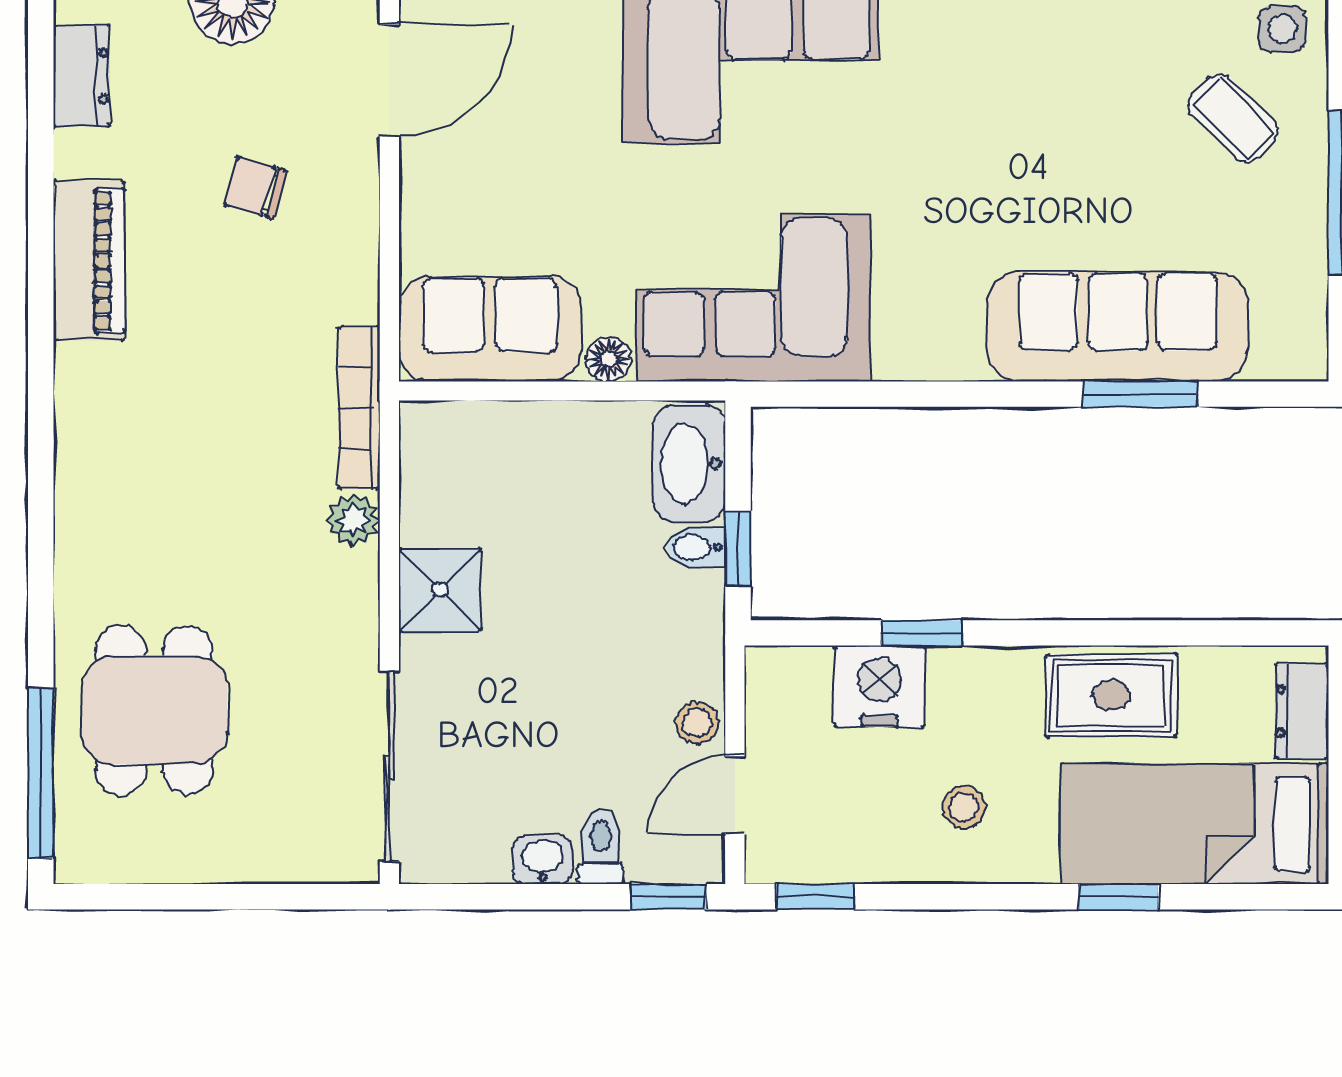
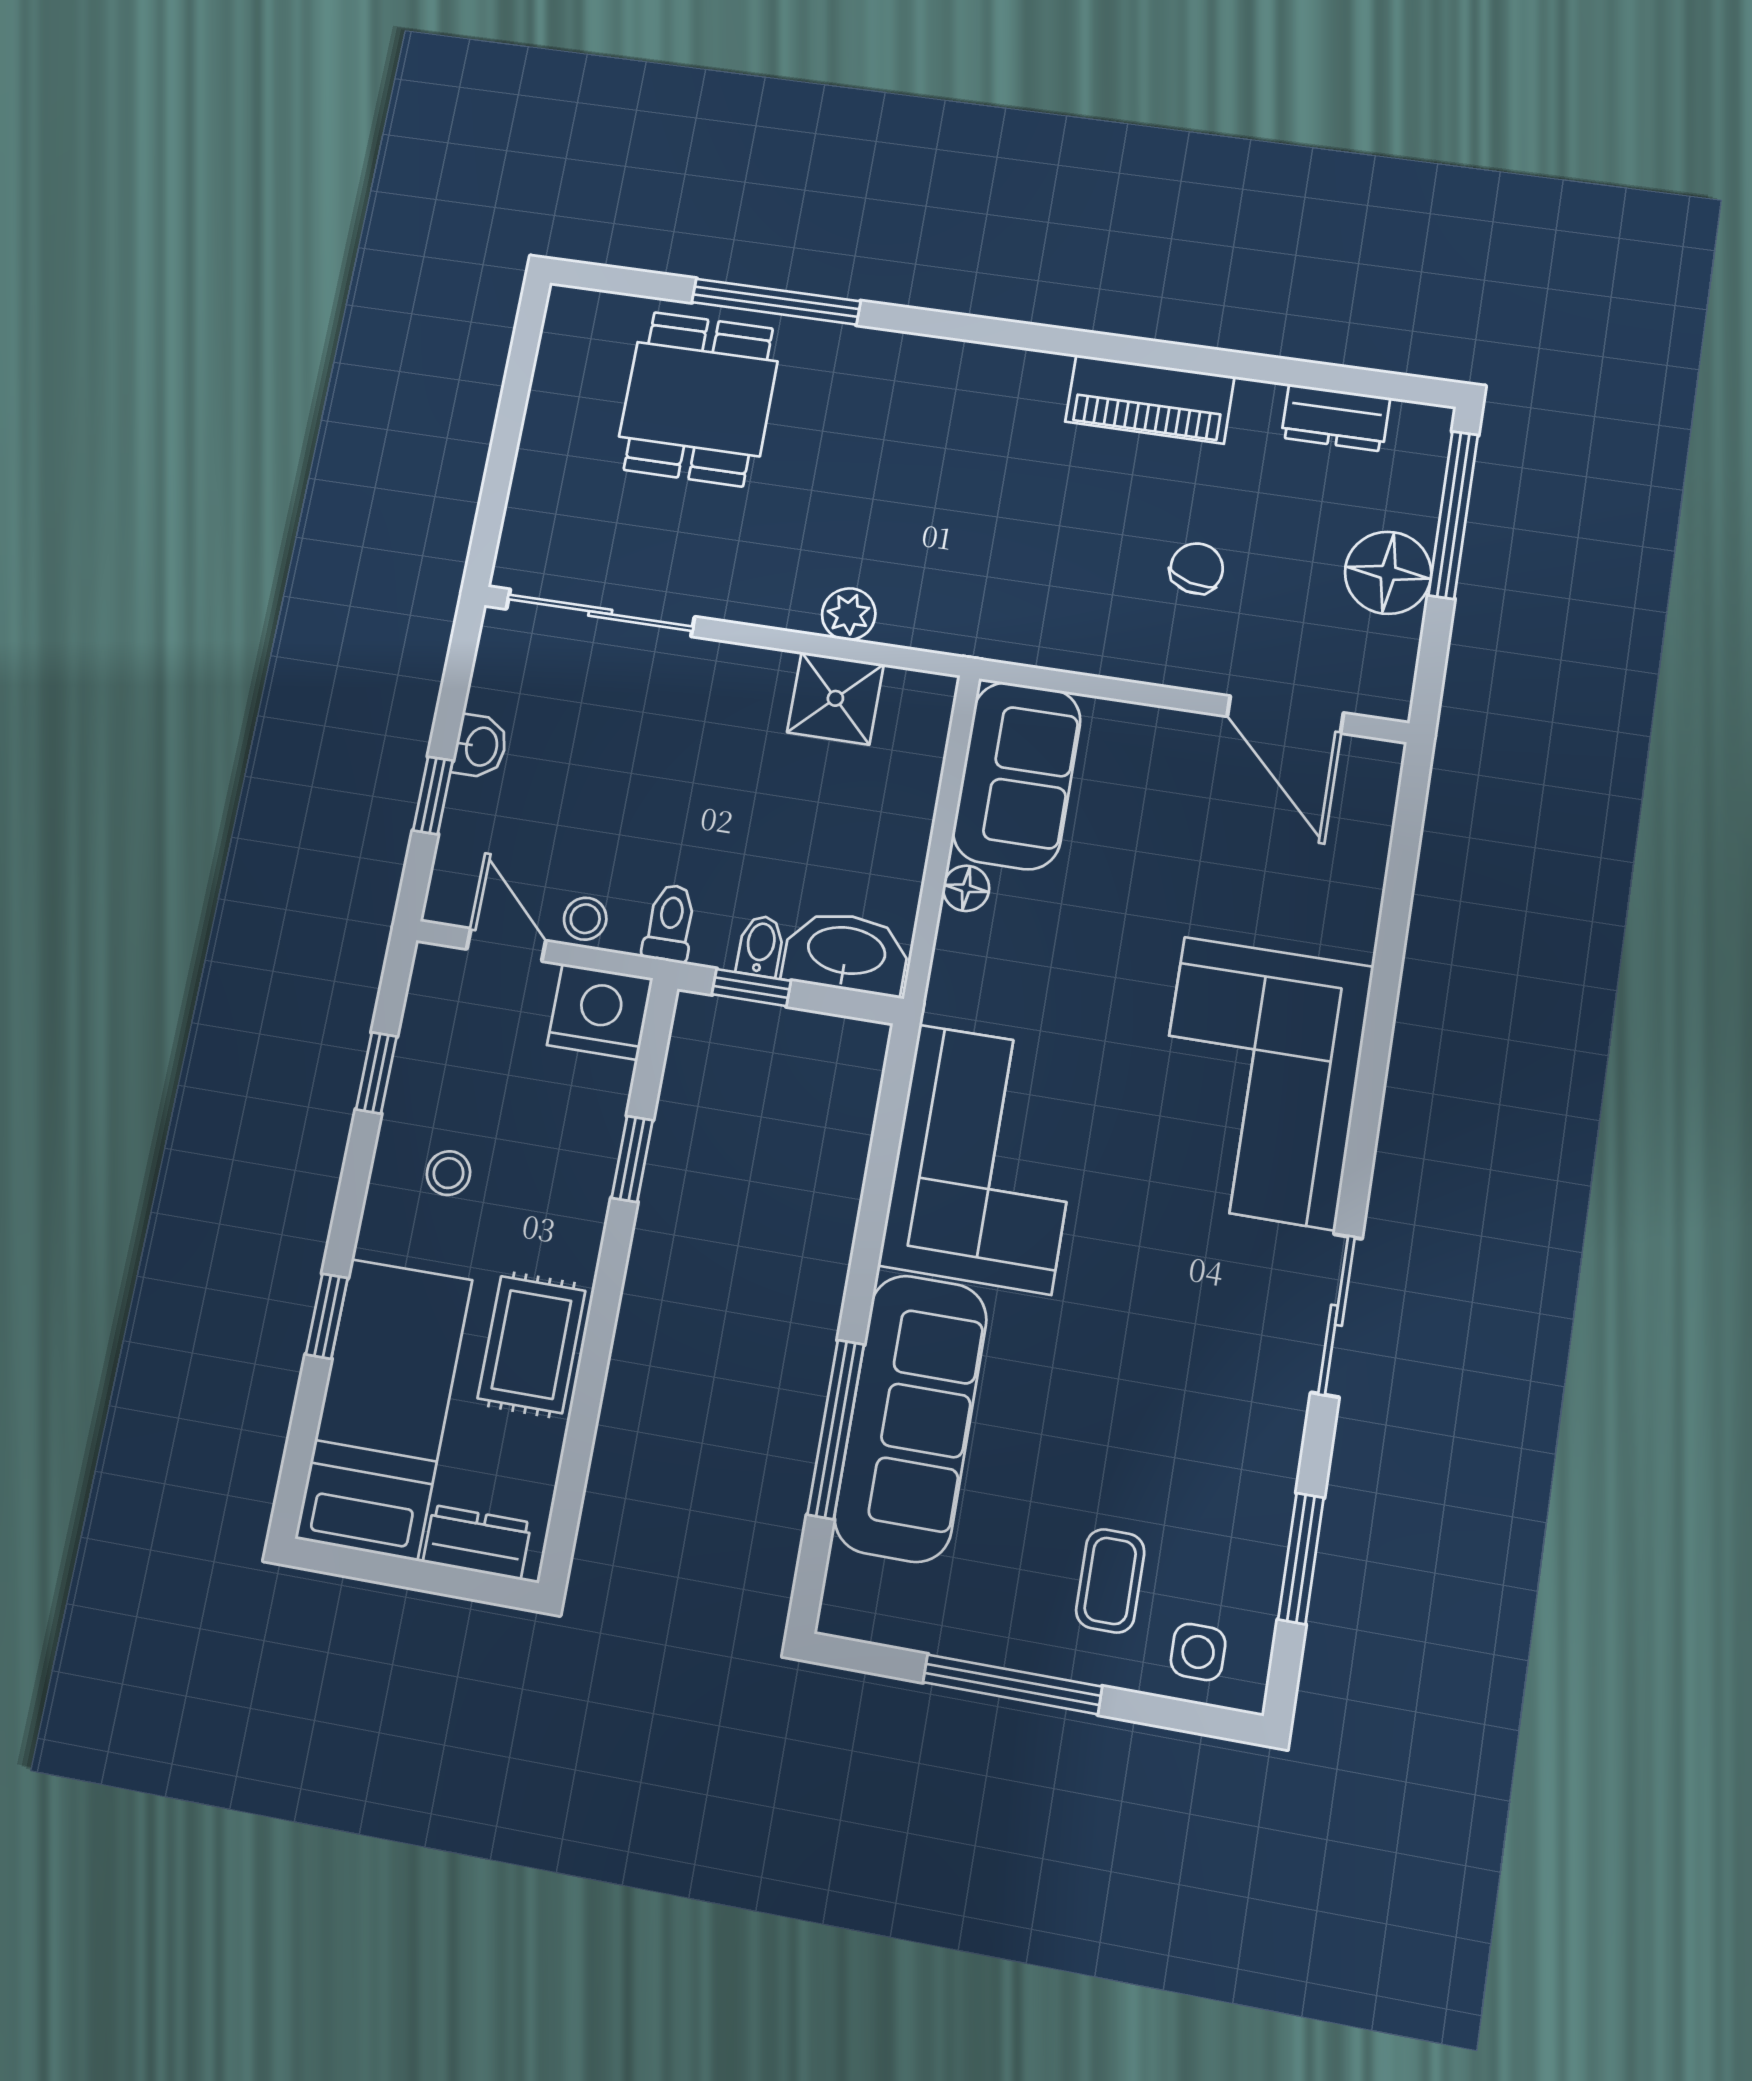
coffee table: (1233, 118) -> (1110, 1581), turned -44
corner sofa: (753, 298) -> (985, 1159), moved
window: (1140, 394) -> (836, 1429), width x1.44
bookcase: (359, 408) -> (960, 636), removed
shower: (440, 590) -> (835, 698), moved
nightstand: (880, 686) -> (600, 1012), moved, turned -90
dining table: (154, 710) -> (698, 399), turned 90
window: (41, 773) -> (776, 302), moved
toilet: (601, 847) -> (670, 923), moved, turned -90
window: (668, 897) -> (433, 795), moved
window: (815, 897) -> (376, 1073), moved

